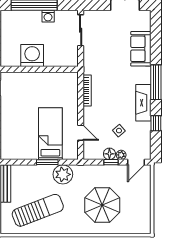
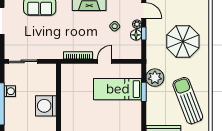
door: (81, 133) -> (104, 61), moved

